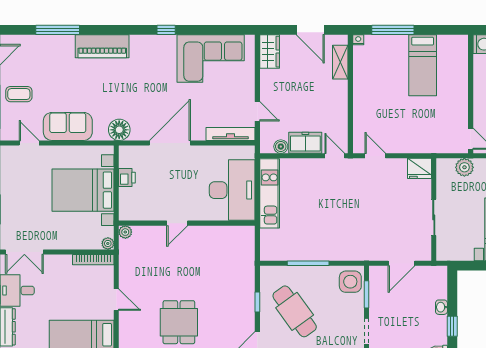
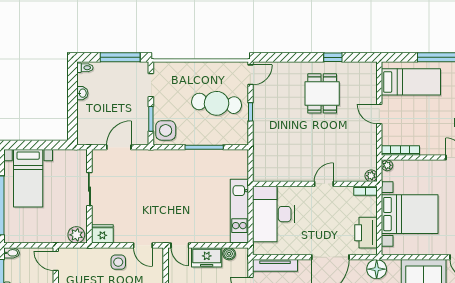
side table: (402, 137) -> (118, 262), added
plant: (464, 167) -> (76, 235), moved
printer: (127, 178) -> (366, 233), width x1.87, depth x1.48
bookcase: (131, 216) -> (365, 191), added
washbasin: (441, 307) -> (82, 93), moved
cafe table: (295, 311) -> (217, 103), turned -48
window: (452, 326) -> (73, 90), removed

